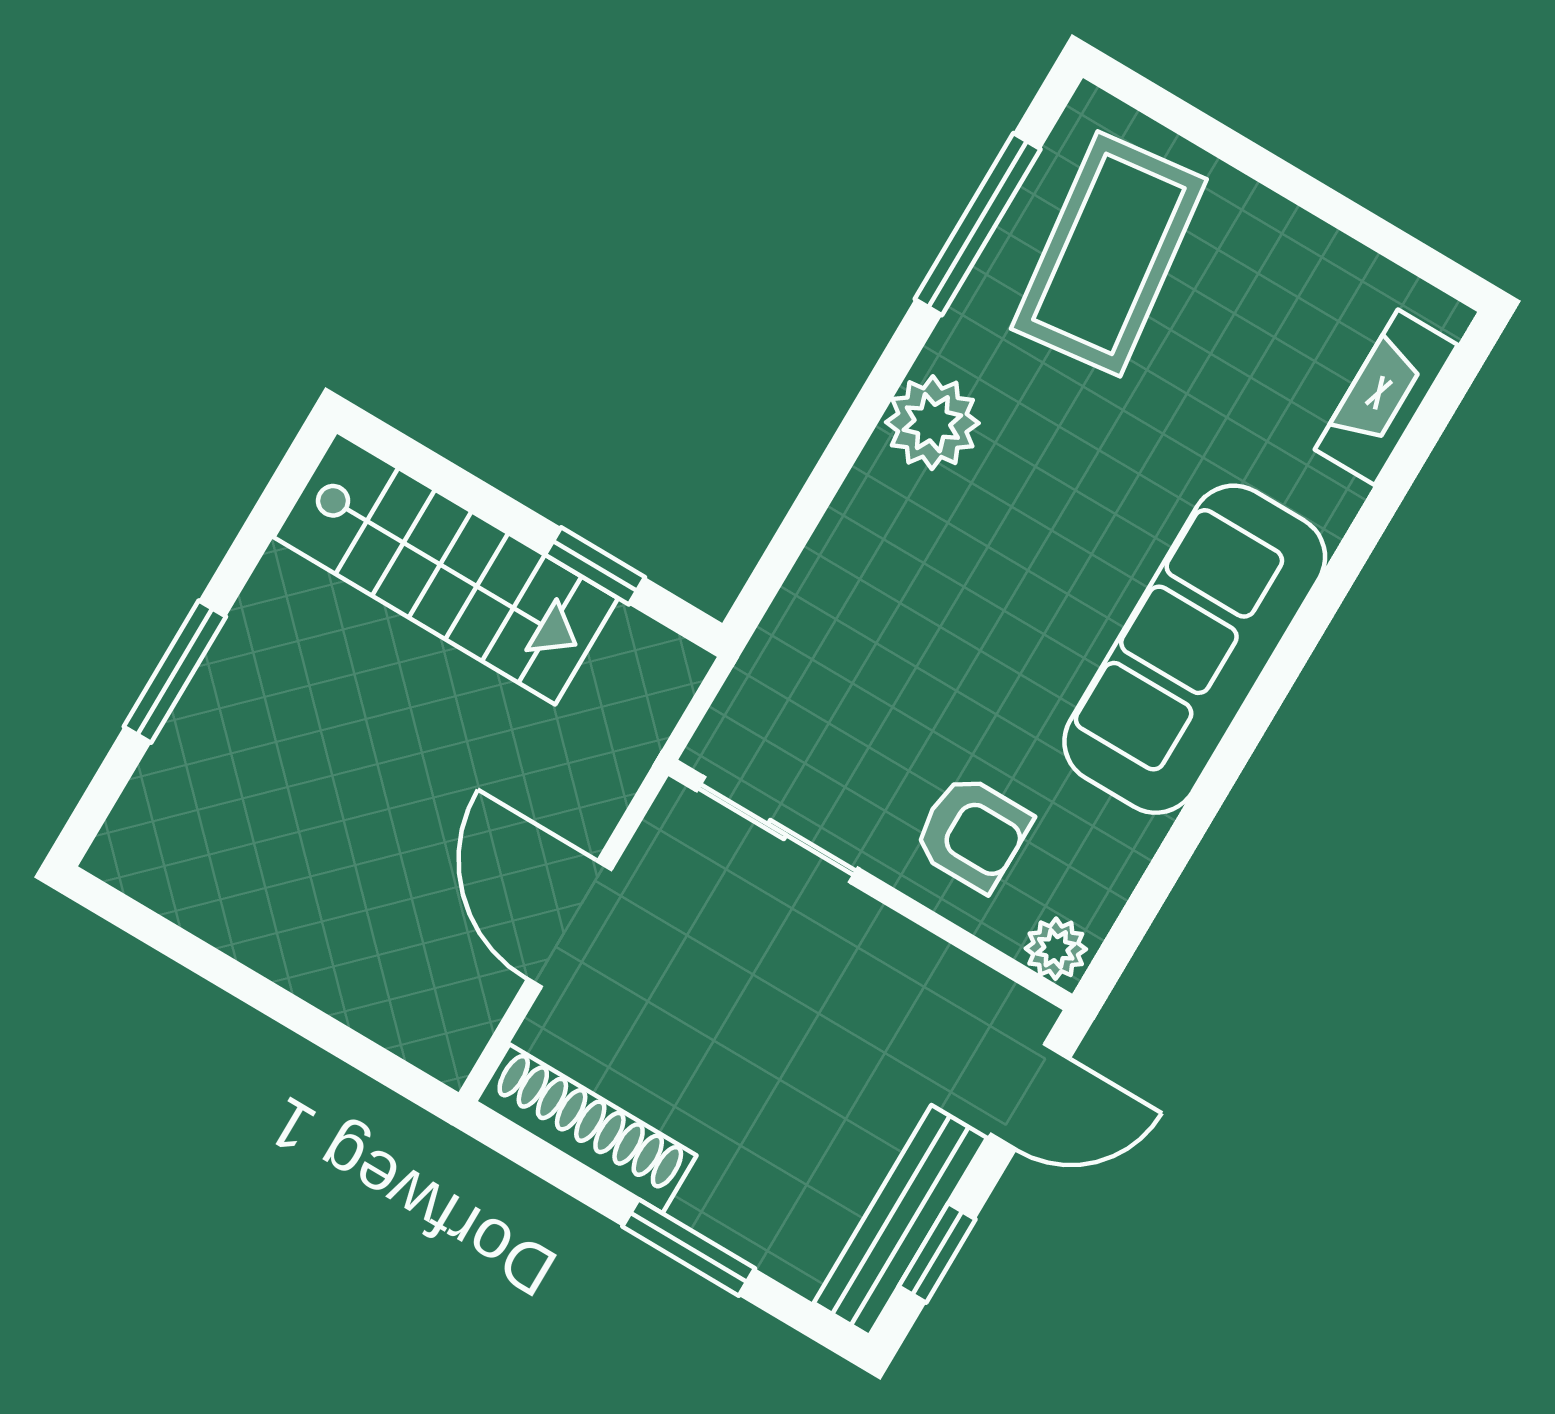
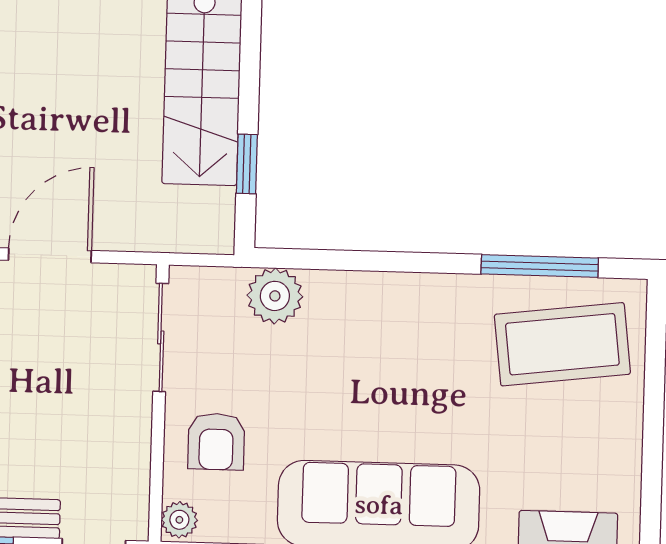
plant: (932, 423) -> (275, 296), moved

